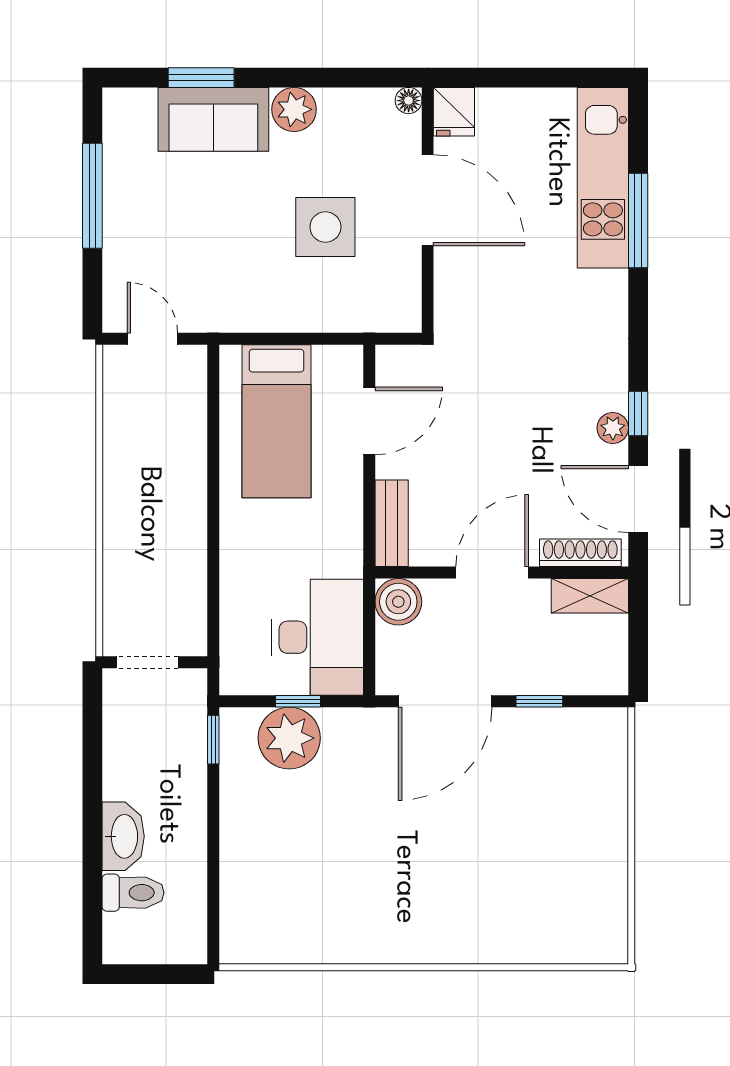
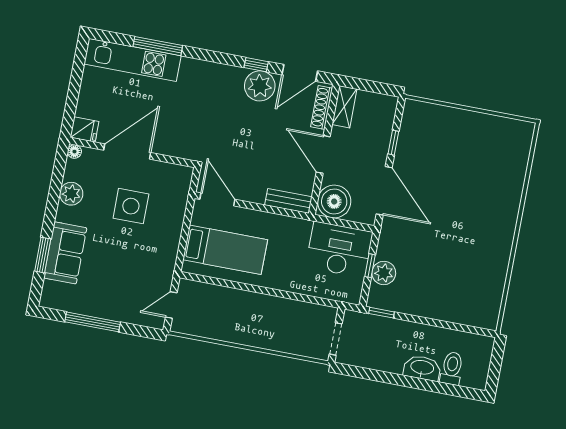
plant: (294, 109) -> (71, 194), moved
door: (369, 421) -> (217, 199), moved
plant: (613, 428) -> (260, 86), width x1.87, depth x1.87
boiler: (398, 602) -> (334, 201), width x1.37, depth x1.37
plant: (289, 738) -> (384, 273), width x0.73, depth x0.73

